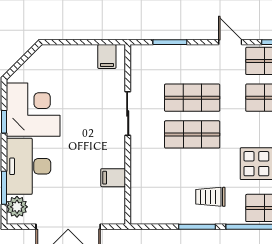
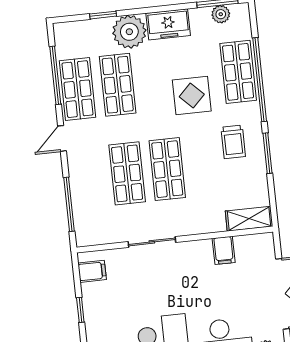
window: (73, 42) -> (80, 310), added
window: (170, 42) -> (69, 204), width x1.44
shelving: (139, 204) -> (249, 219), added

